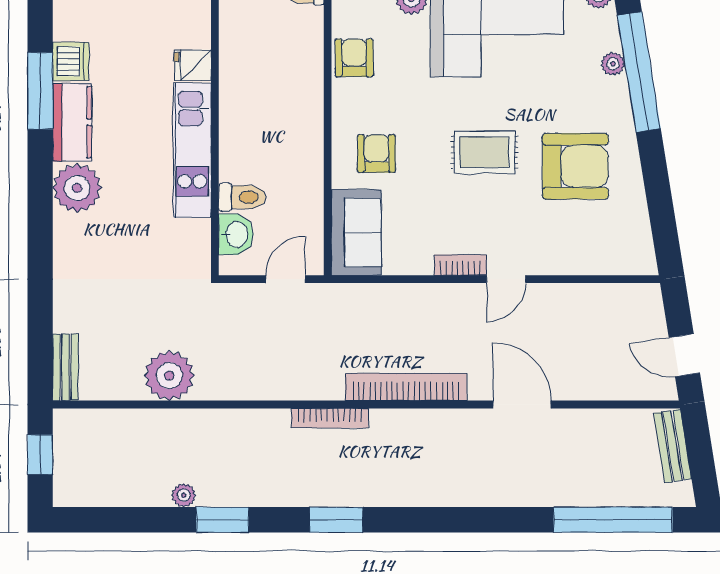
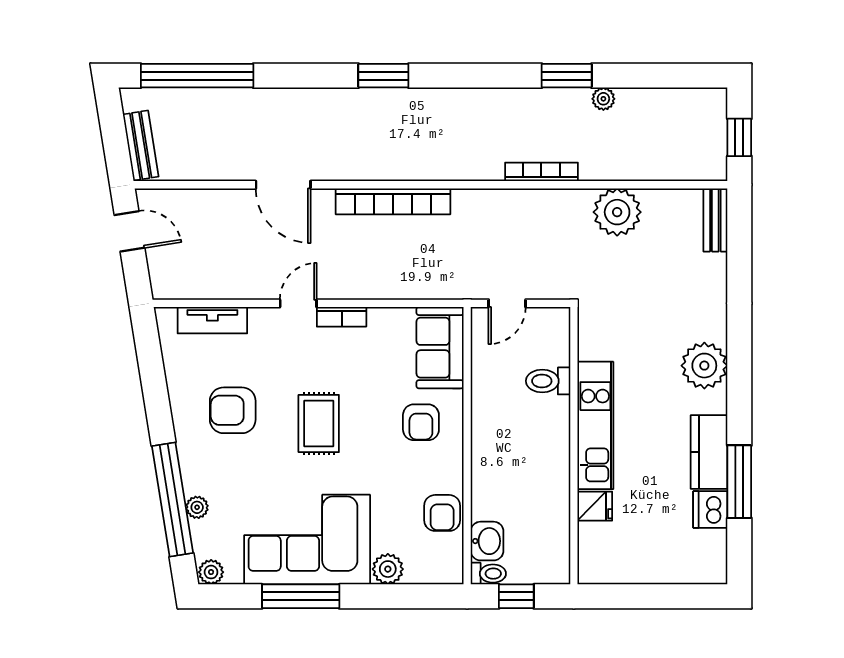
rug: (484, 152) -> (319, 424), turned 90
armchair: (575, 166) -> (233, 410), width x0.73, depth x0.73
plant: (77, 188) -> (704, 366), moved
washbasin: (236, 234) -> (487, 541), moved, turned 180
tv unit: (597, 261) -> (212, 320), added
bookcase: (330, 418) -> (541, 172), moved
window: (336, 520) -> (383, 76), moved

